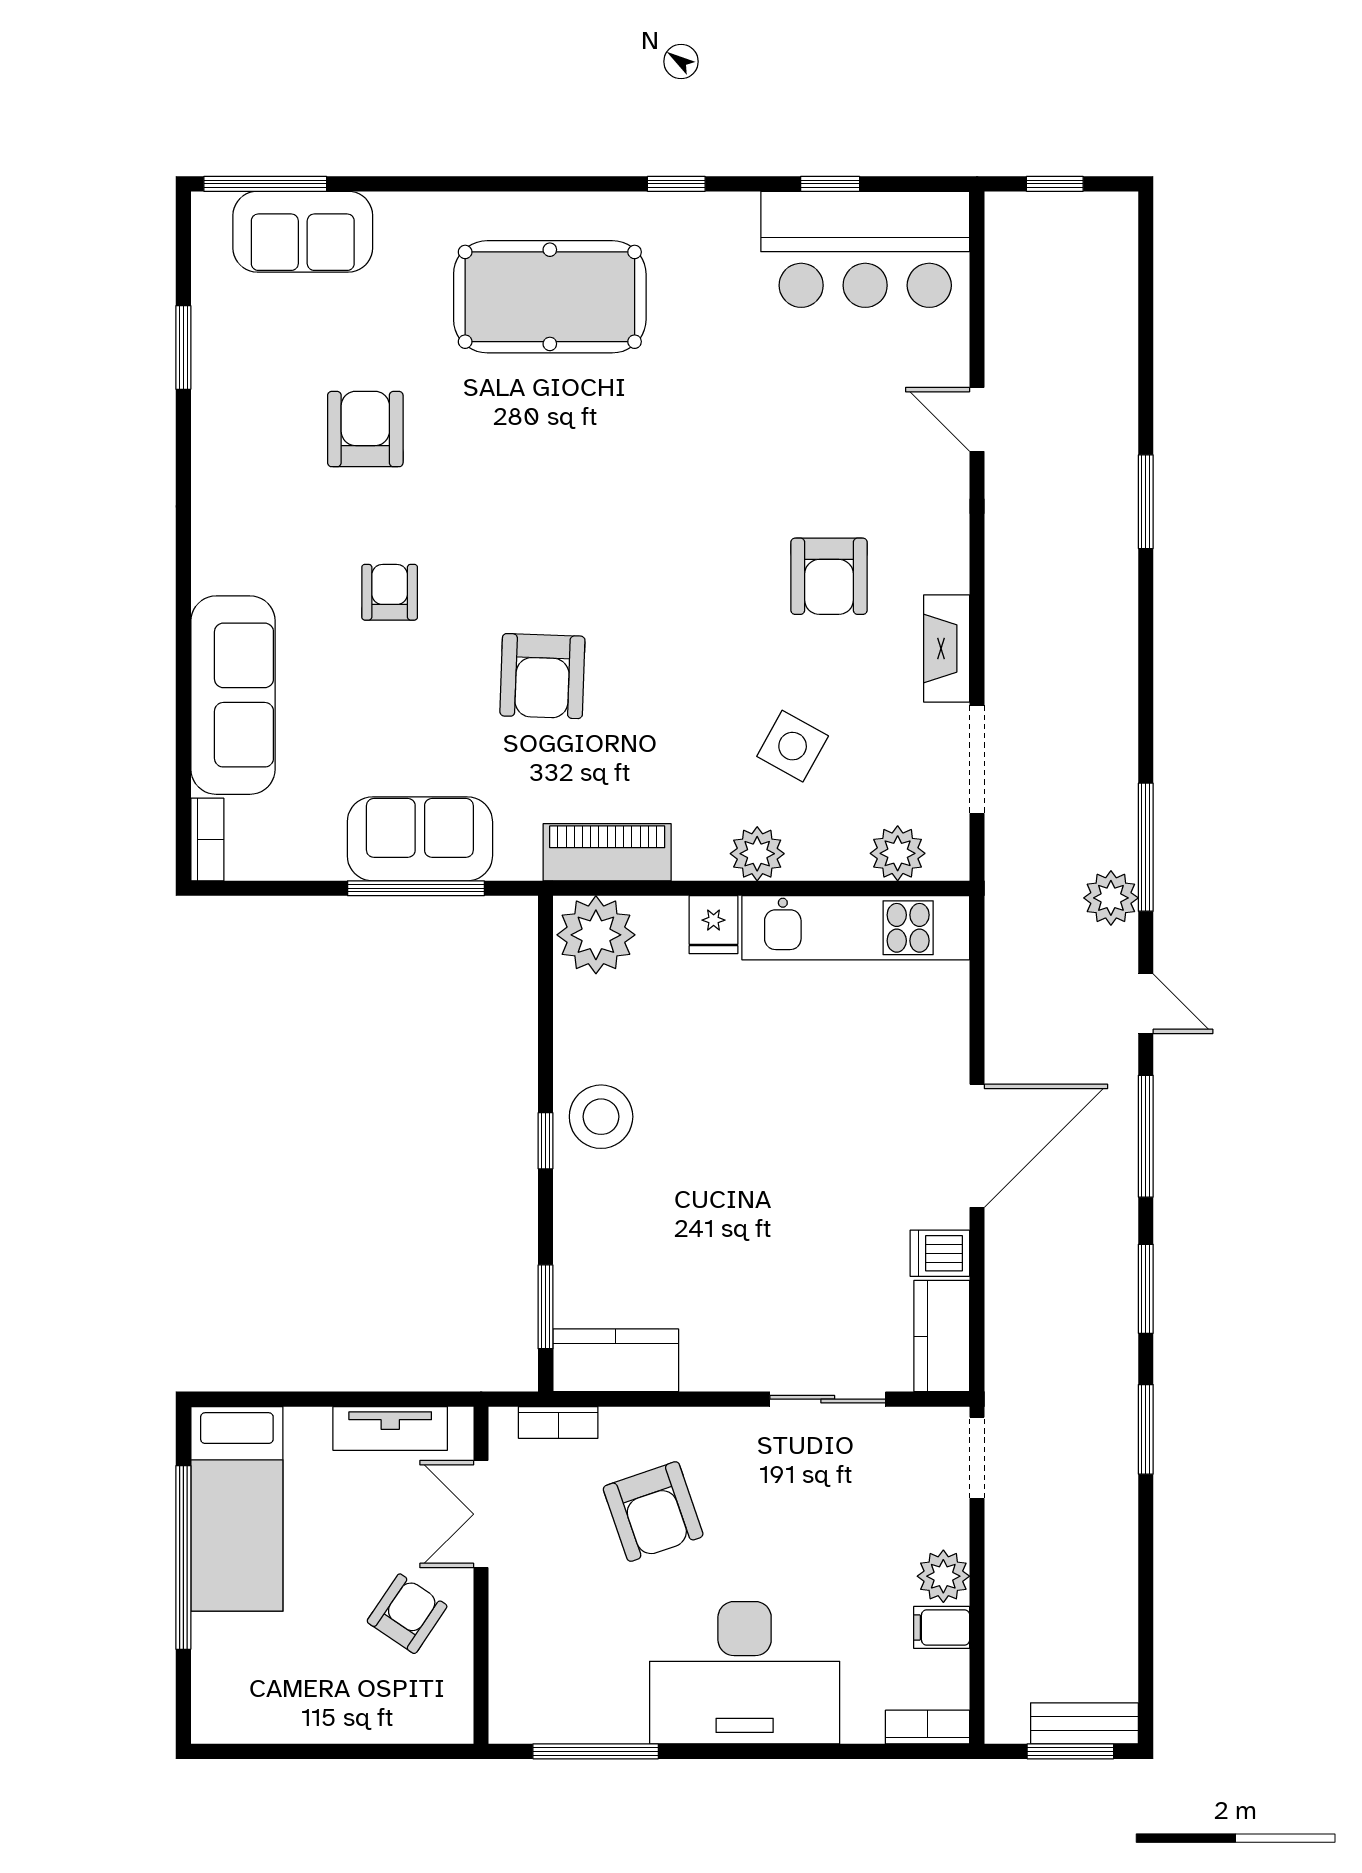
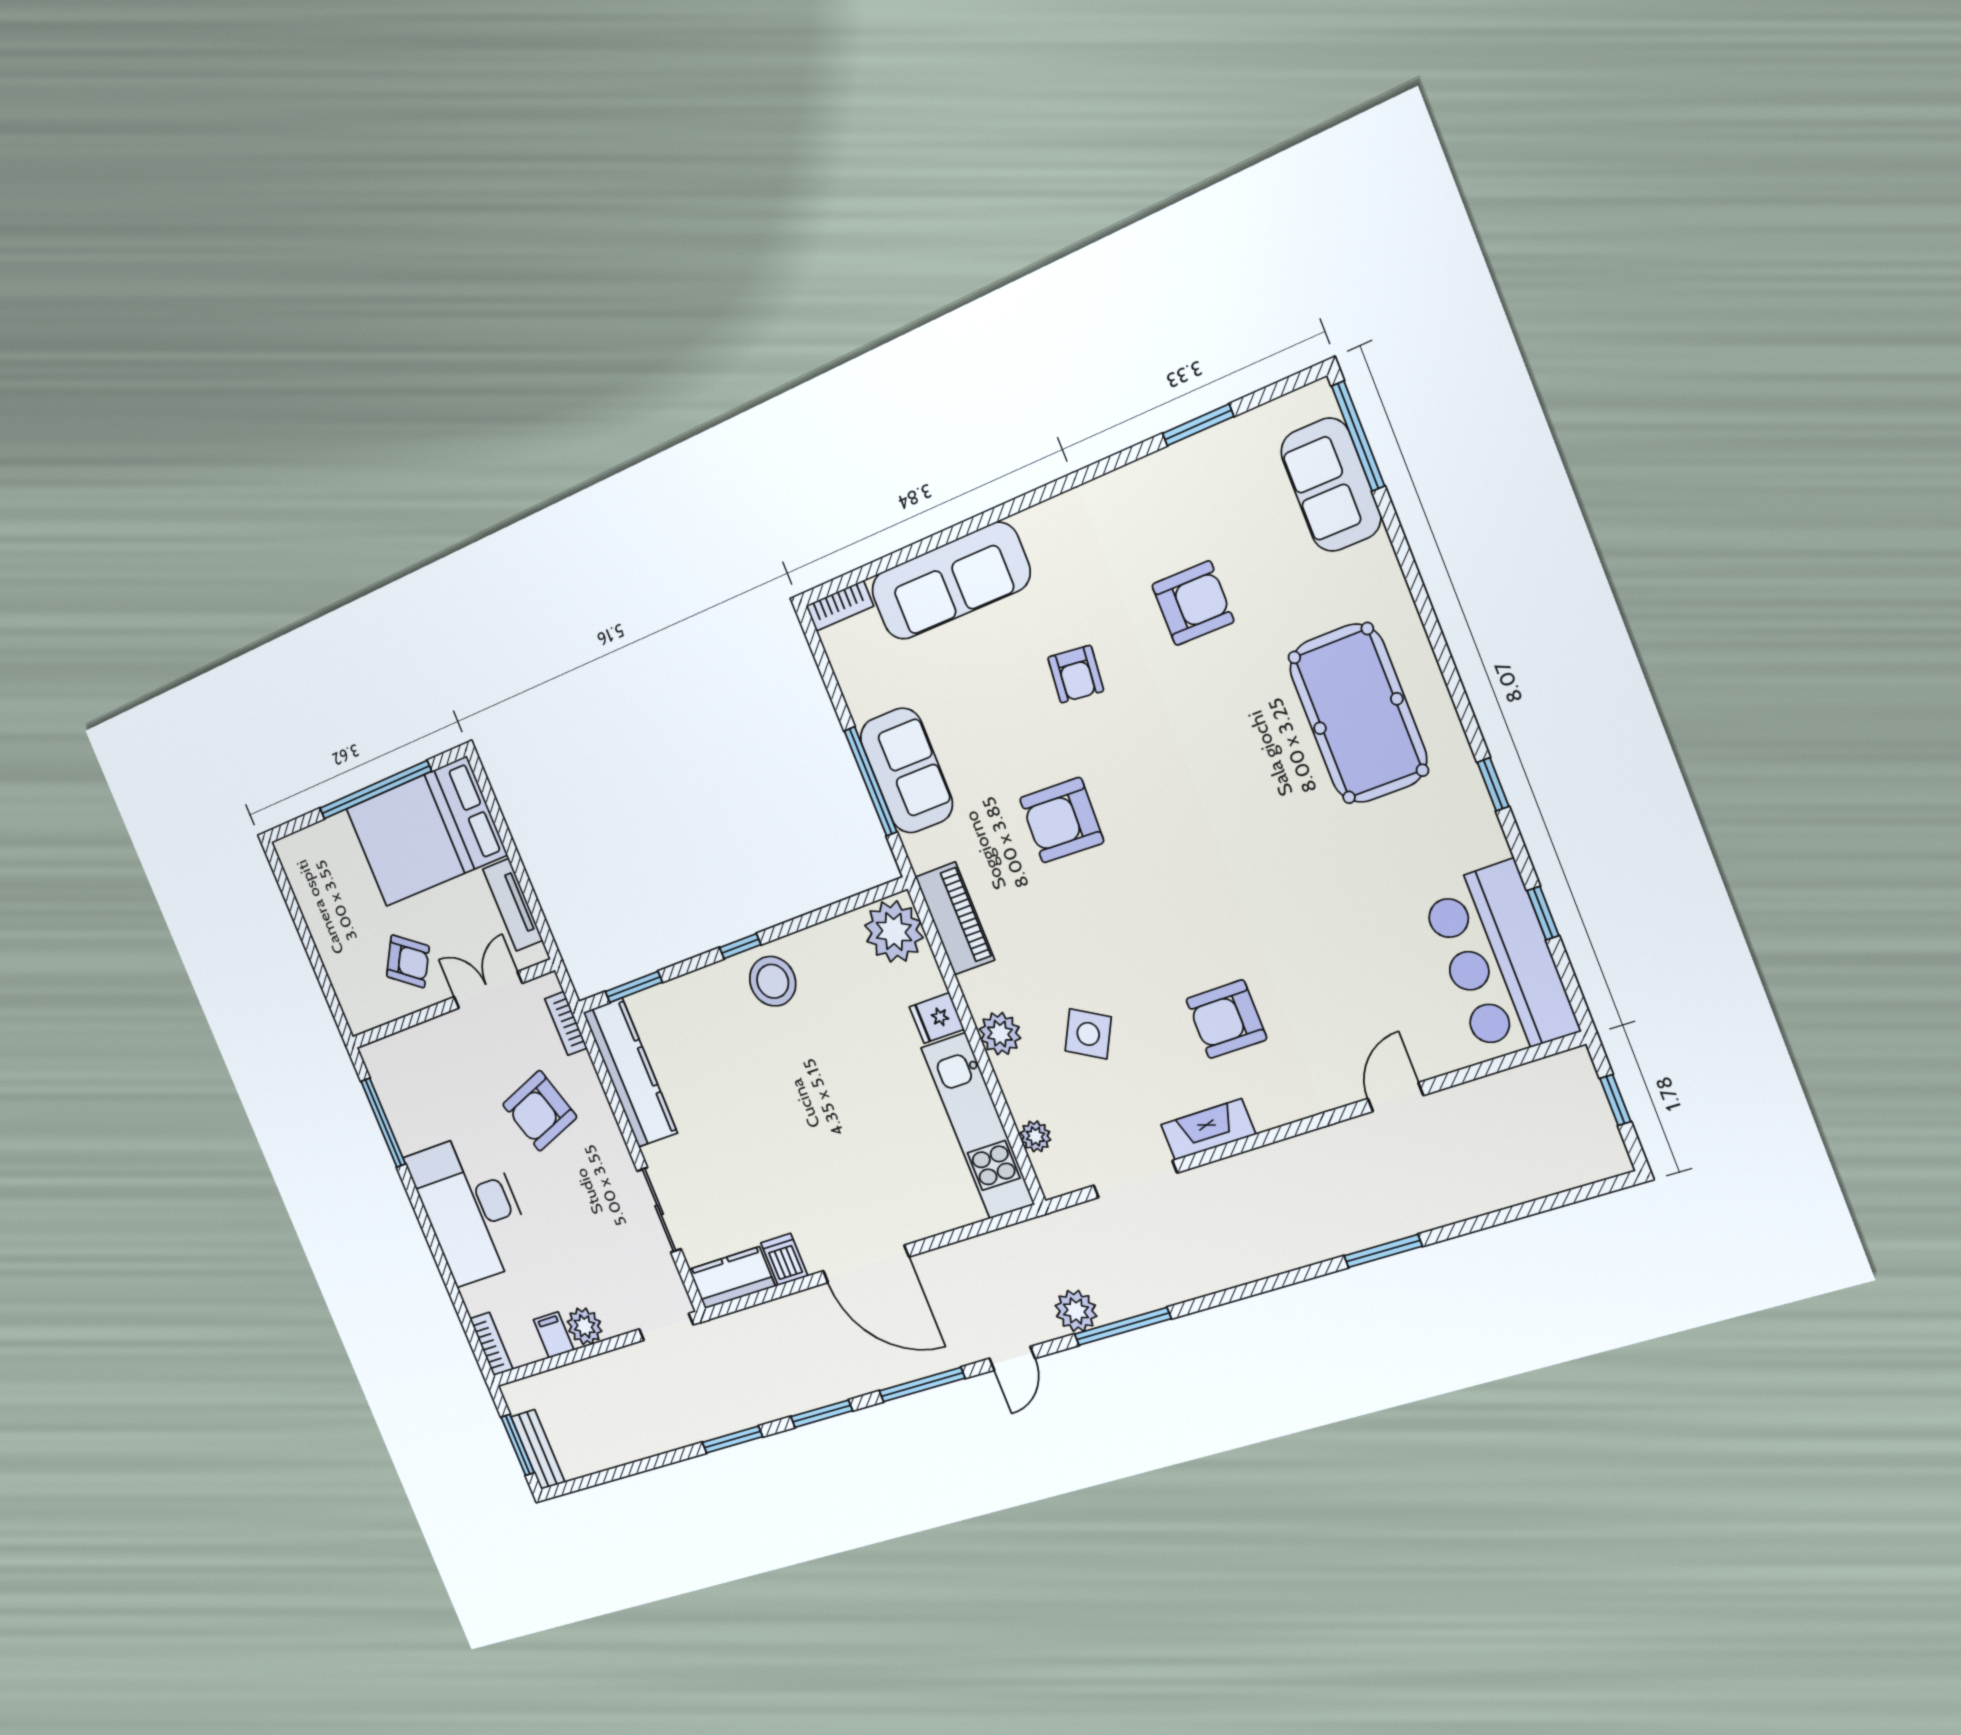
armchair: (390, 592) -> (1076, 674), turned 96
plant: (898, 853) -> (1035, 1136), width x0.73, depth x0.73
kitchen counter: (616, 1360) -> (630, 1073), width x1.50
bed: (237, 1509) -> (426, 832), width x1.50

